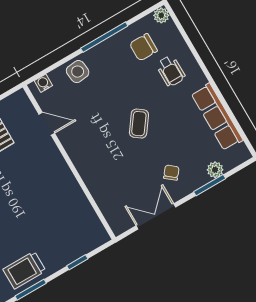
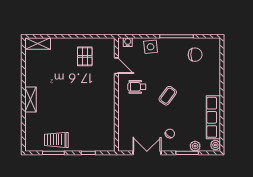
plant: (161, 15) -> (215, 145), moved
chair: (143, 47) -> (195, 55), turned 180
wheelchair: (171, 71) -> (137, 87), moved, turned 90

